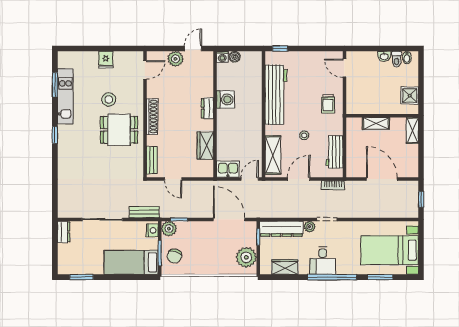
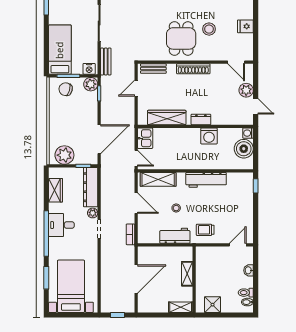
washbasin: (384, 56) -> (248, 270), moved
boiler: (235, 57) -> (244, 149), width x1.86, depth x1.86
workbench: (276, 95) -> (206, 180), width x0.73, depth x0.76
wardrobe: (205, 146) -> (167, 118), width x1.50
workbench: (334, 152) -> (175, 236), moved

